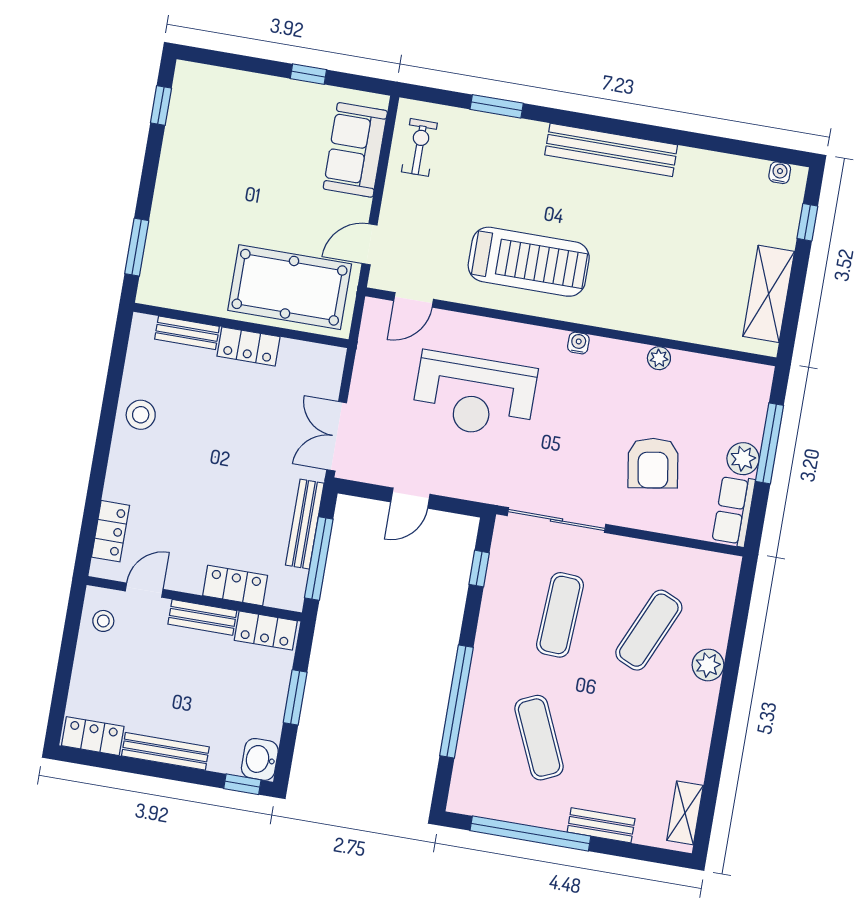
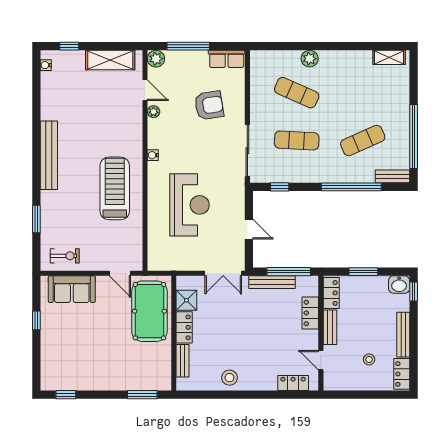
exercise bike: (419, 147) -> (65, 256), turned 180
door: (414, 300) -> (145, 90), moved
shower: (298, 359) -> (186, 300), added
plant: (743, 459) -> (156, 59), moved
stool: (103, 621) -> (369, 359), moved
bench: (601, 825) -> (392, 176), moved, turned 90

